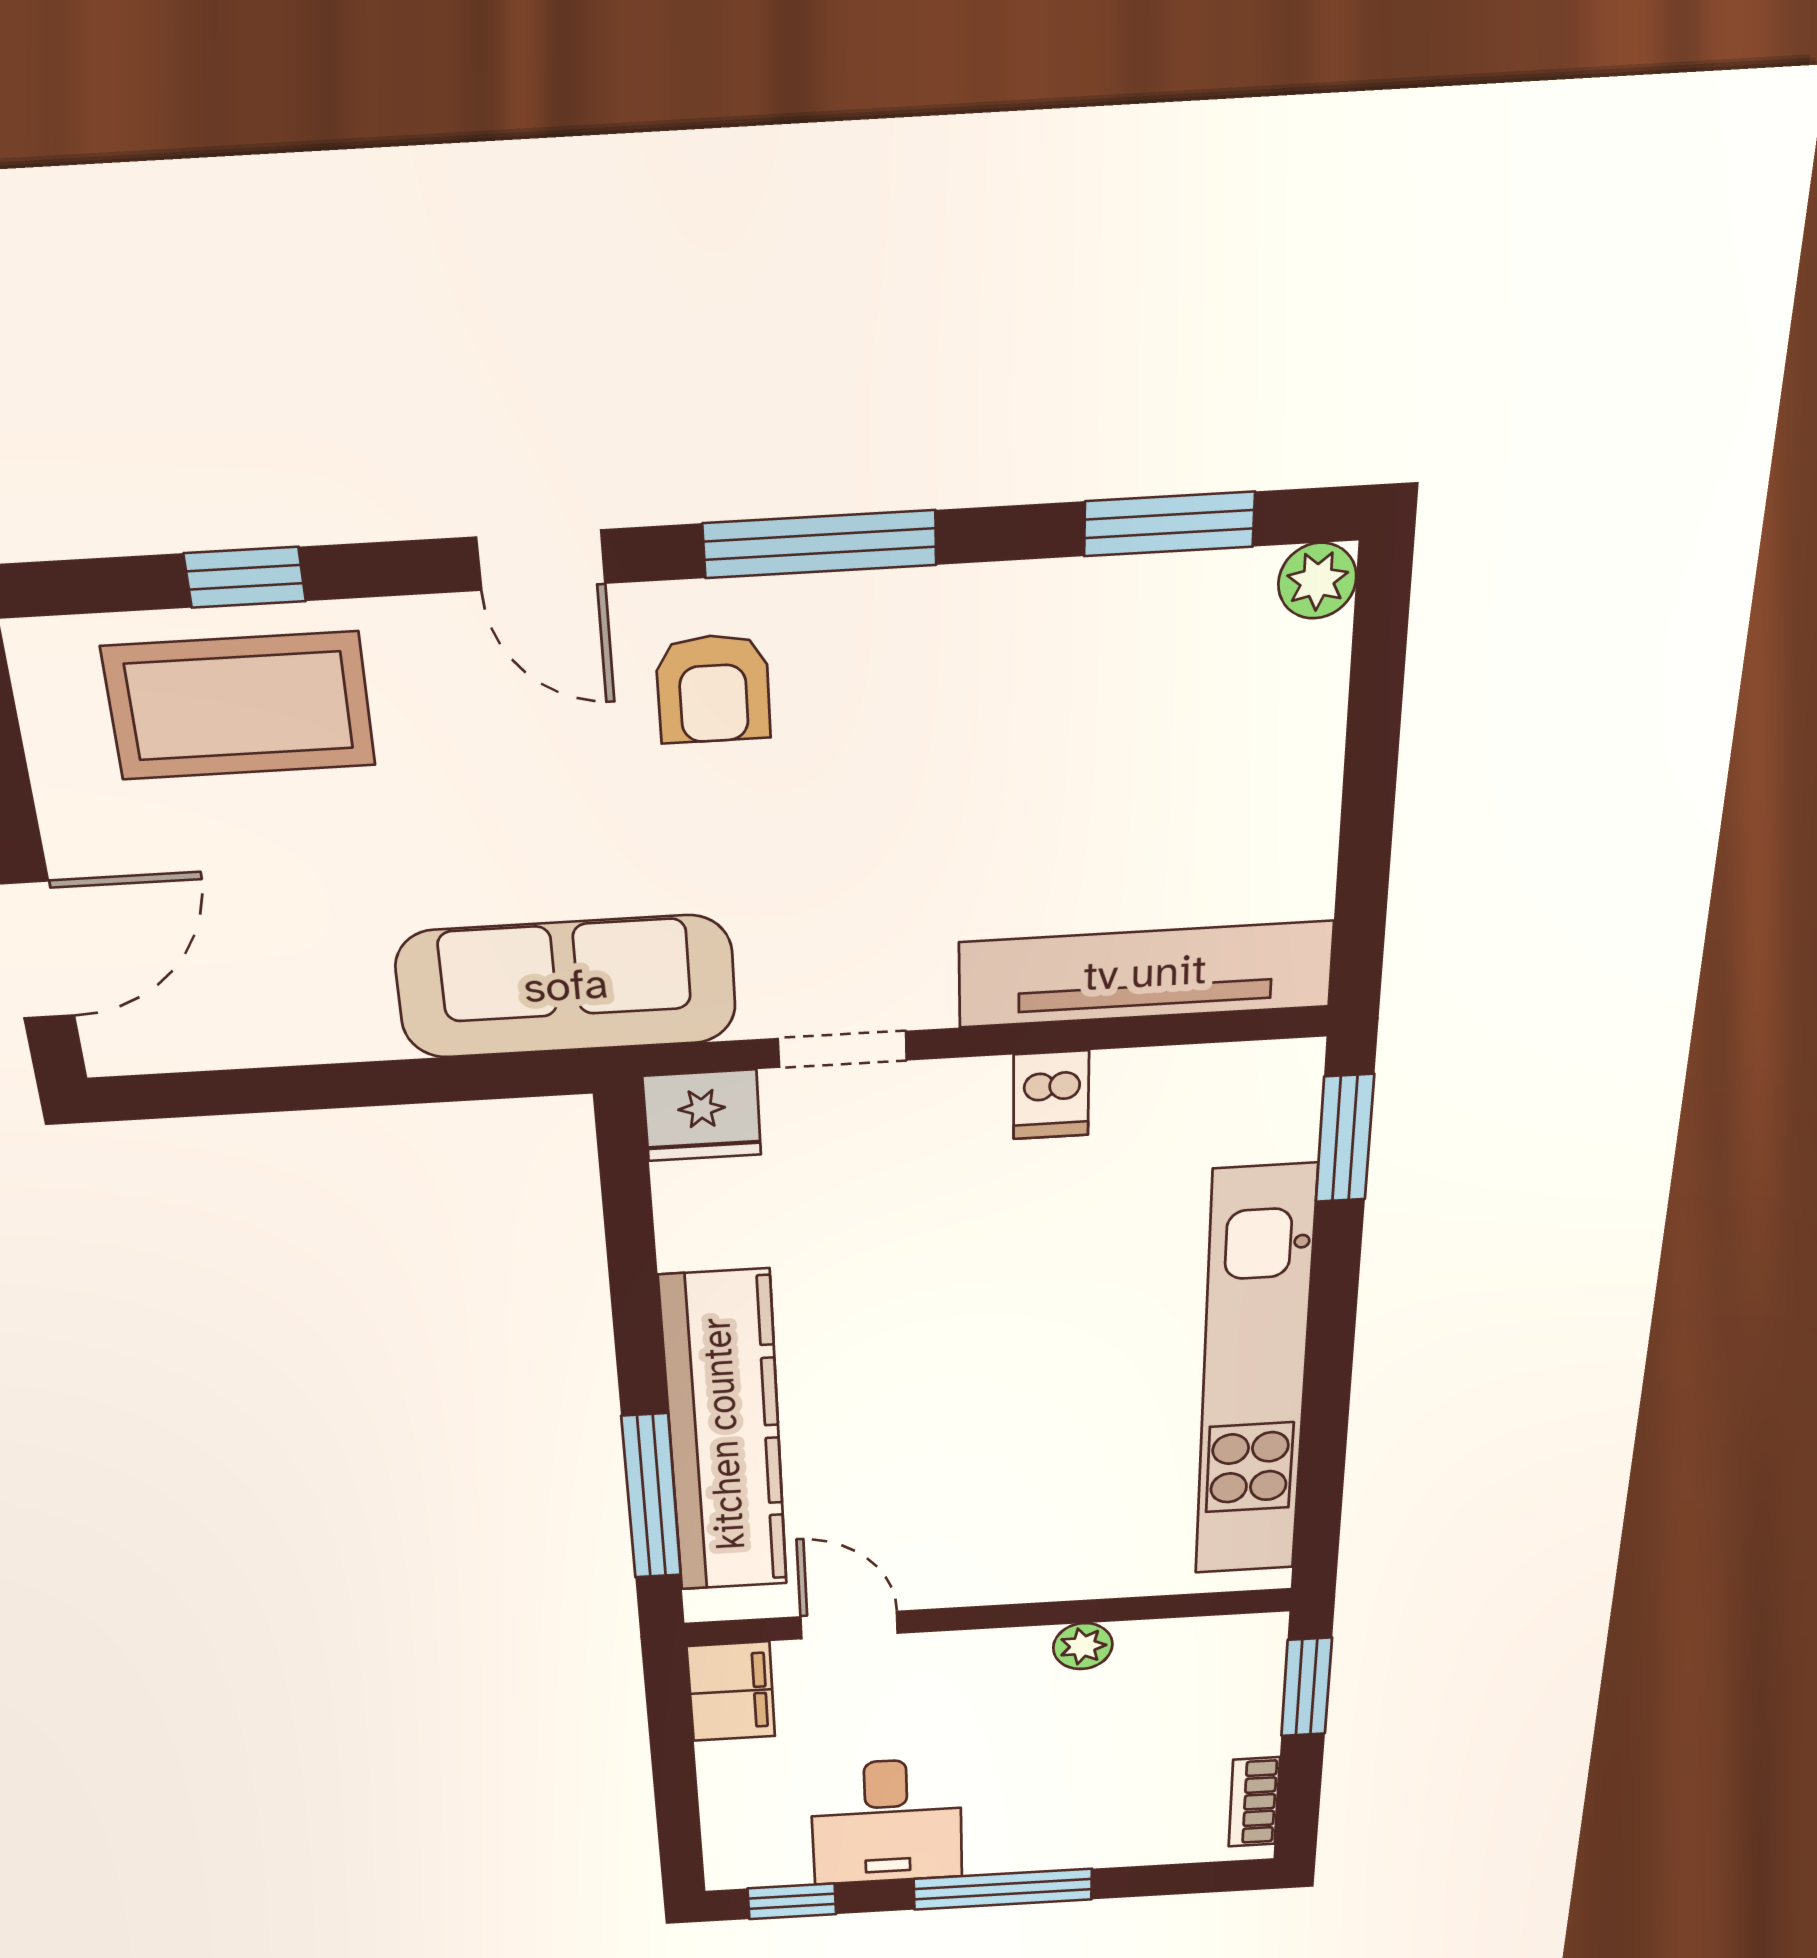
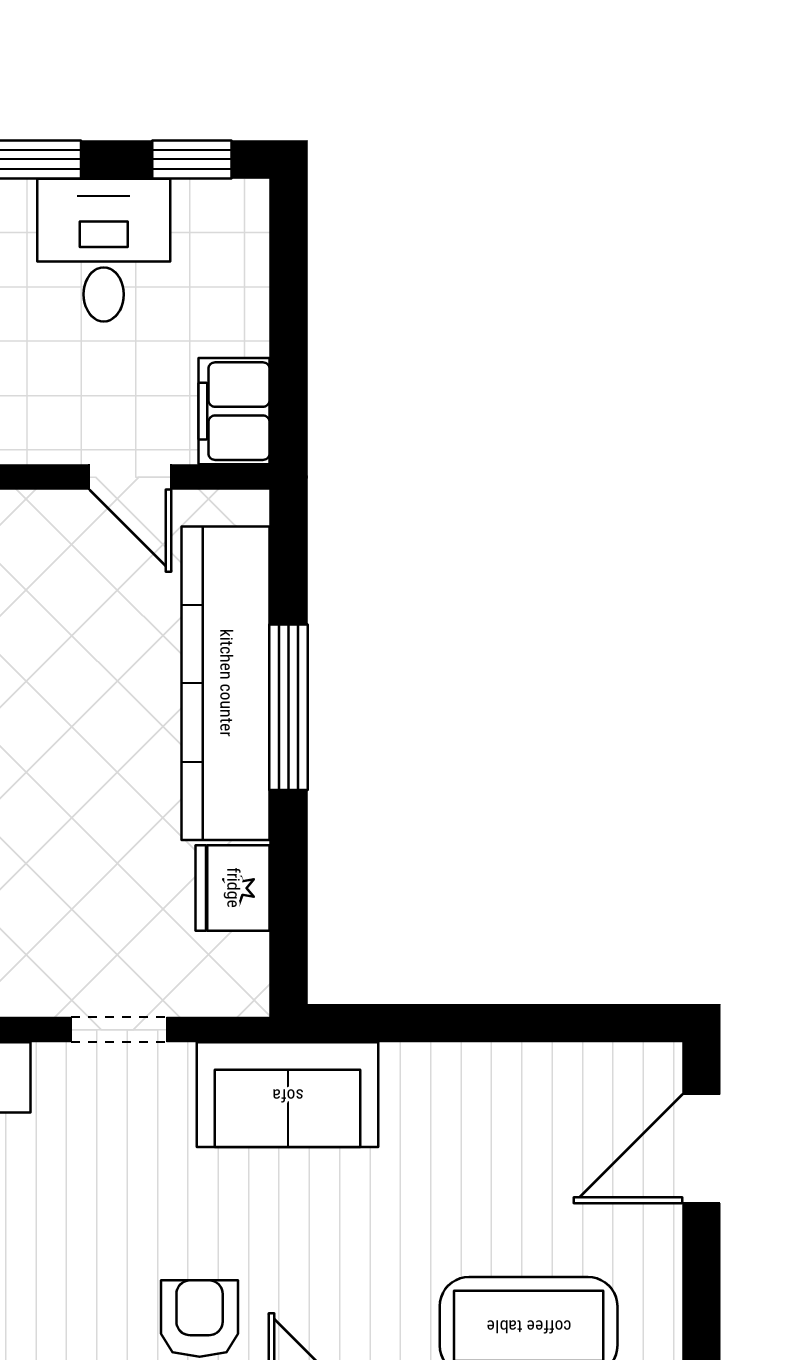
sofa: (566, 987) -> (288, 1095), width x0.73
fridge: (702, 1115) -> (233, 888), moved, turned -90
window: (651, 1497) -> (289, 707), moved

